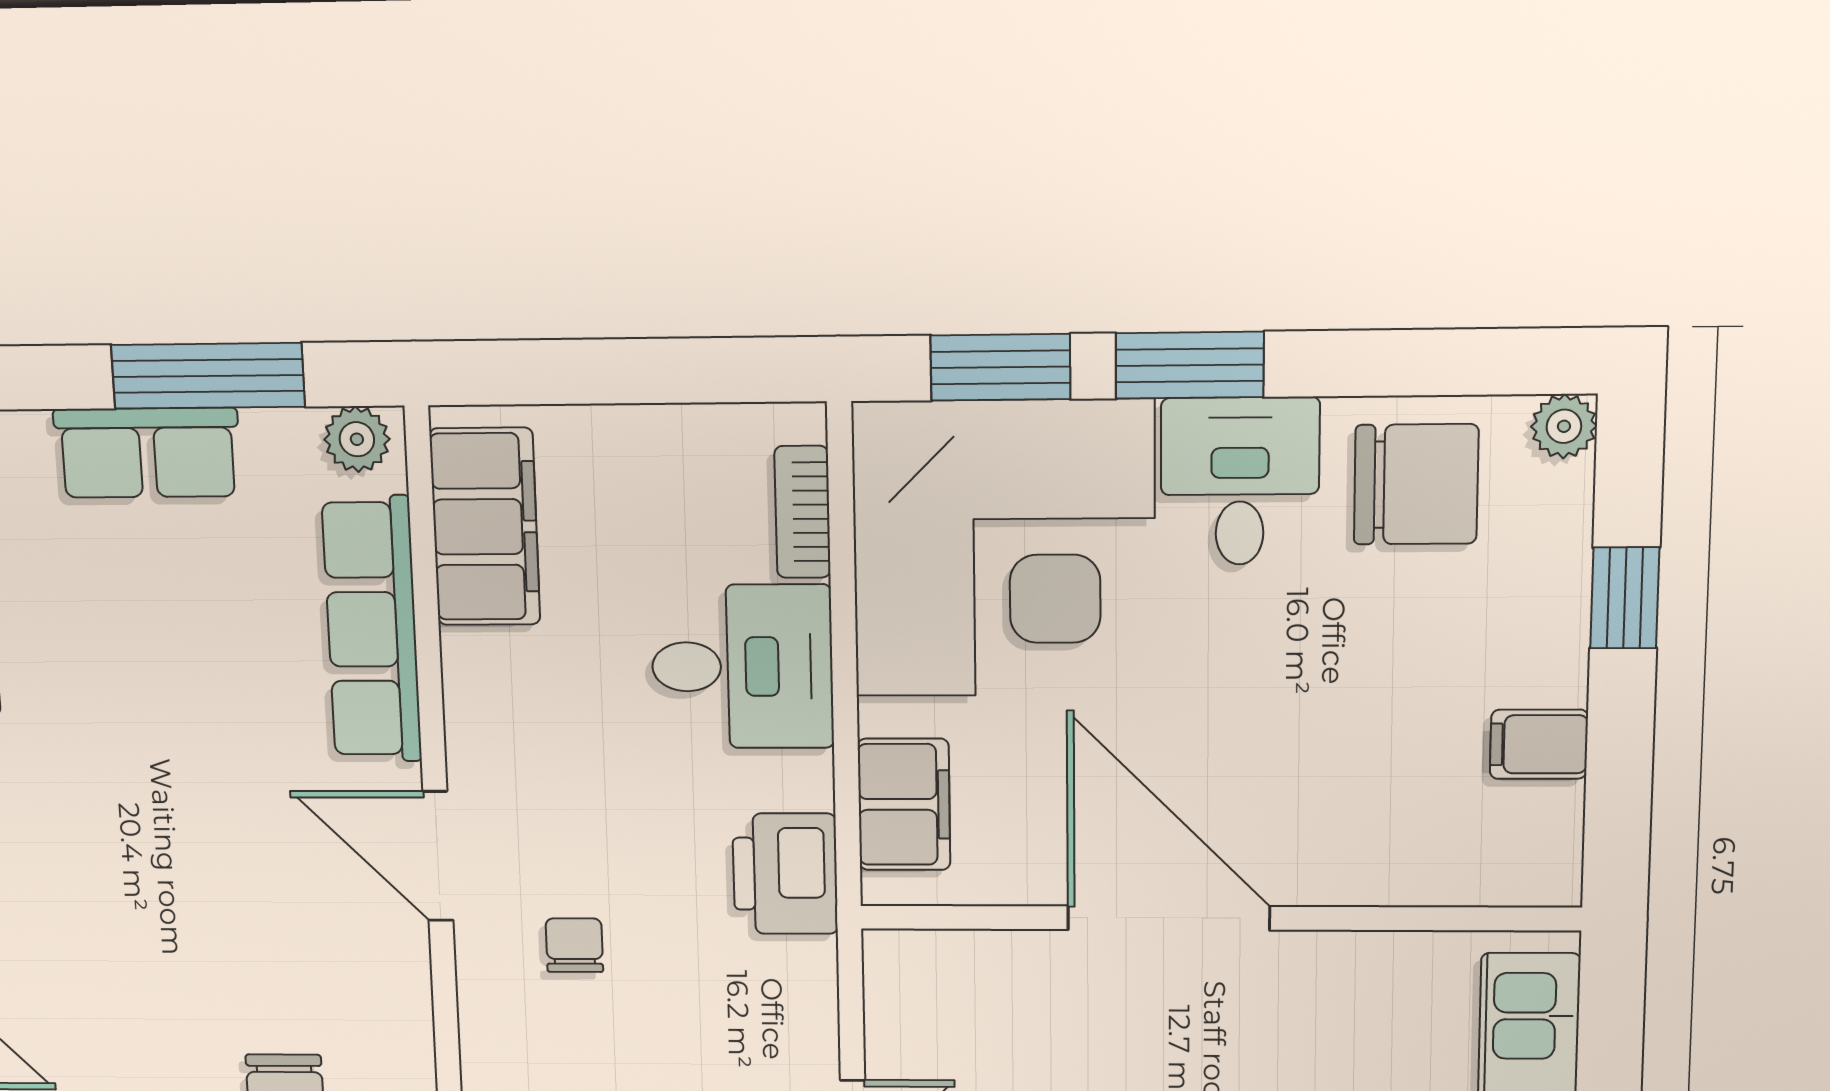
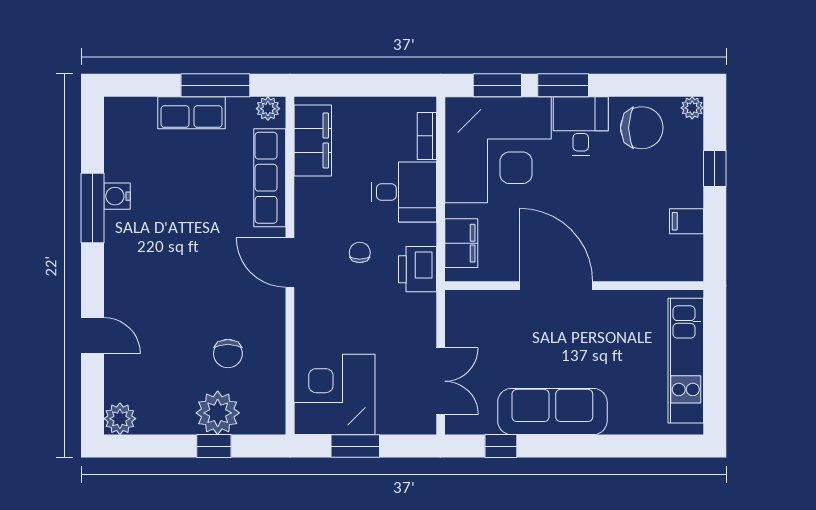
chair: (574, 945) -> (360, 253), moved

